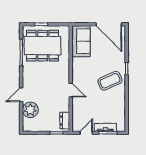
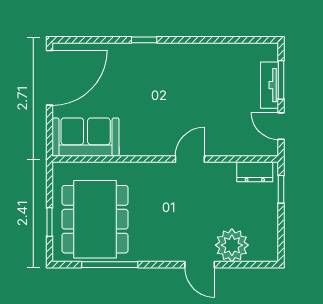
coffee table: (110, 81) -> (170, 75), removed

